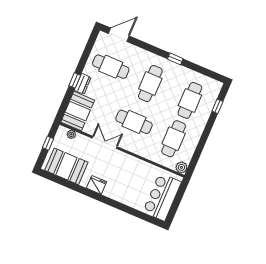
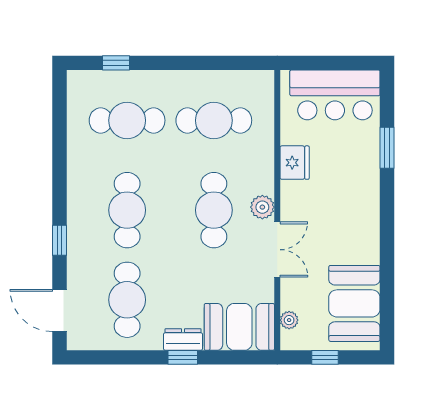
window: (175, 59) -> (60, 240), moved
cafe table: (150, 84) -> (127, 210), turned 90
double door: (105, 142) -> (277, 250), swing flipped
plant: (181, 167) -> (262, 207), moved
fridge: (97, 185) -> (295, 163), moved, turned 180
window: (129, 210) -> (387, 148), added

